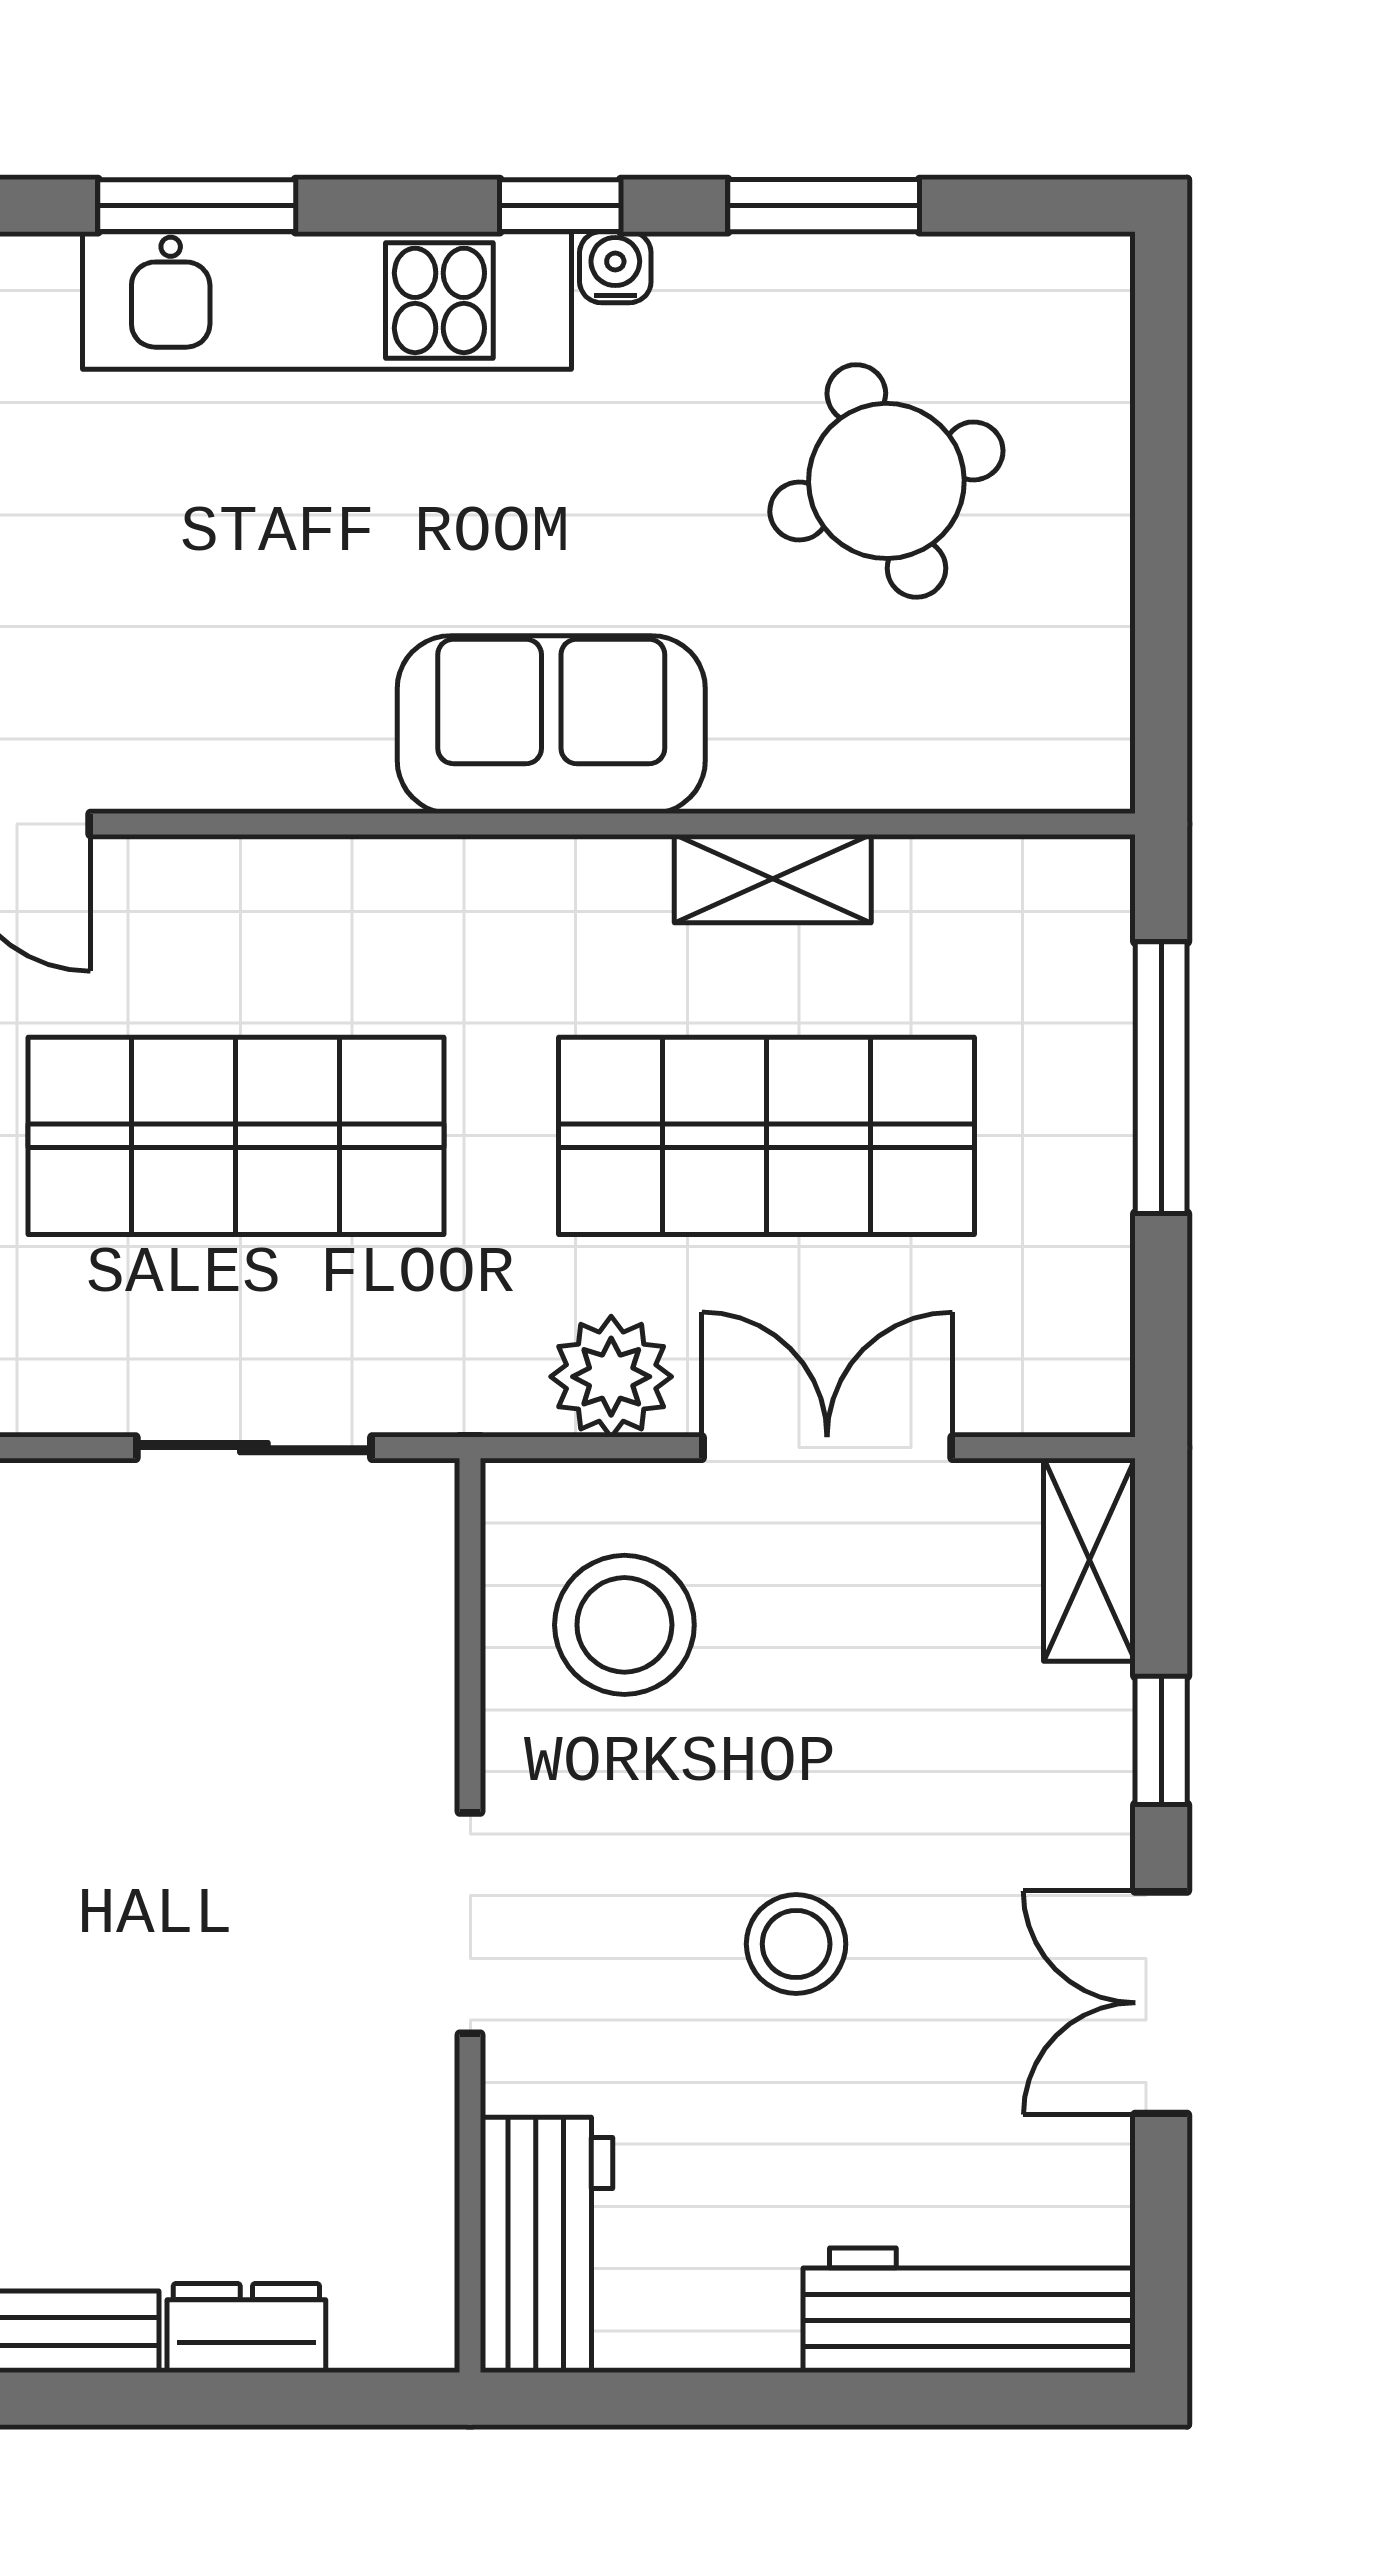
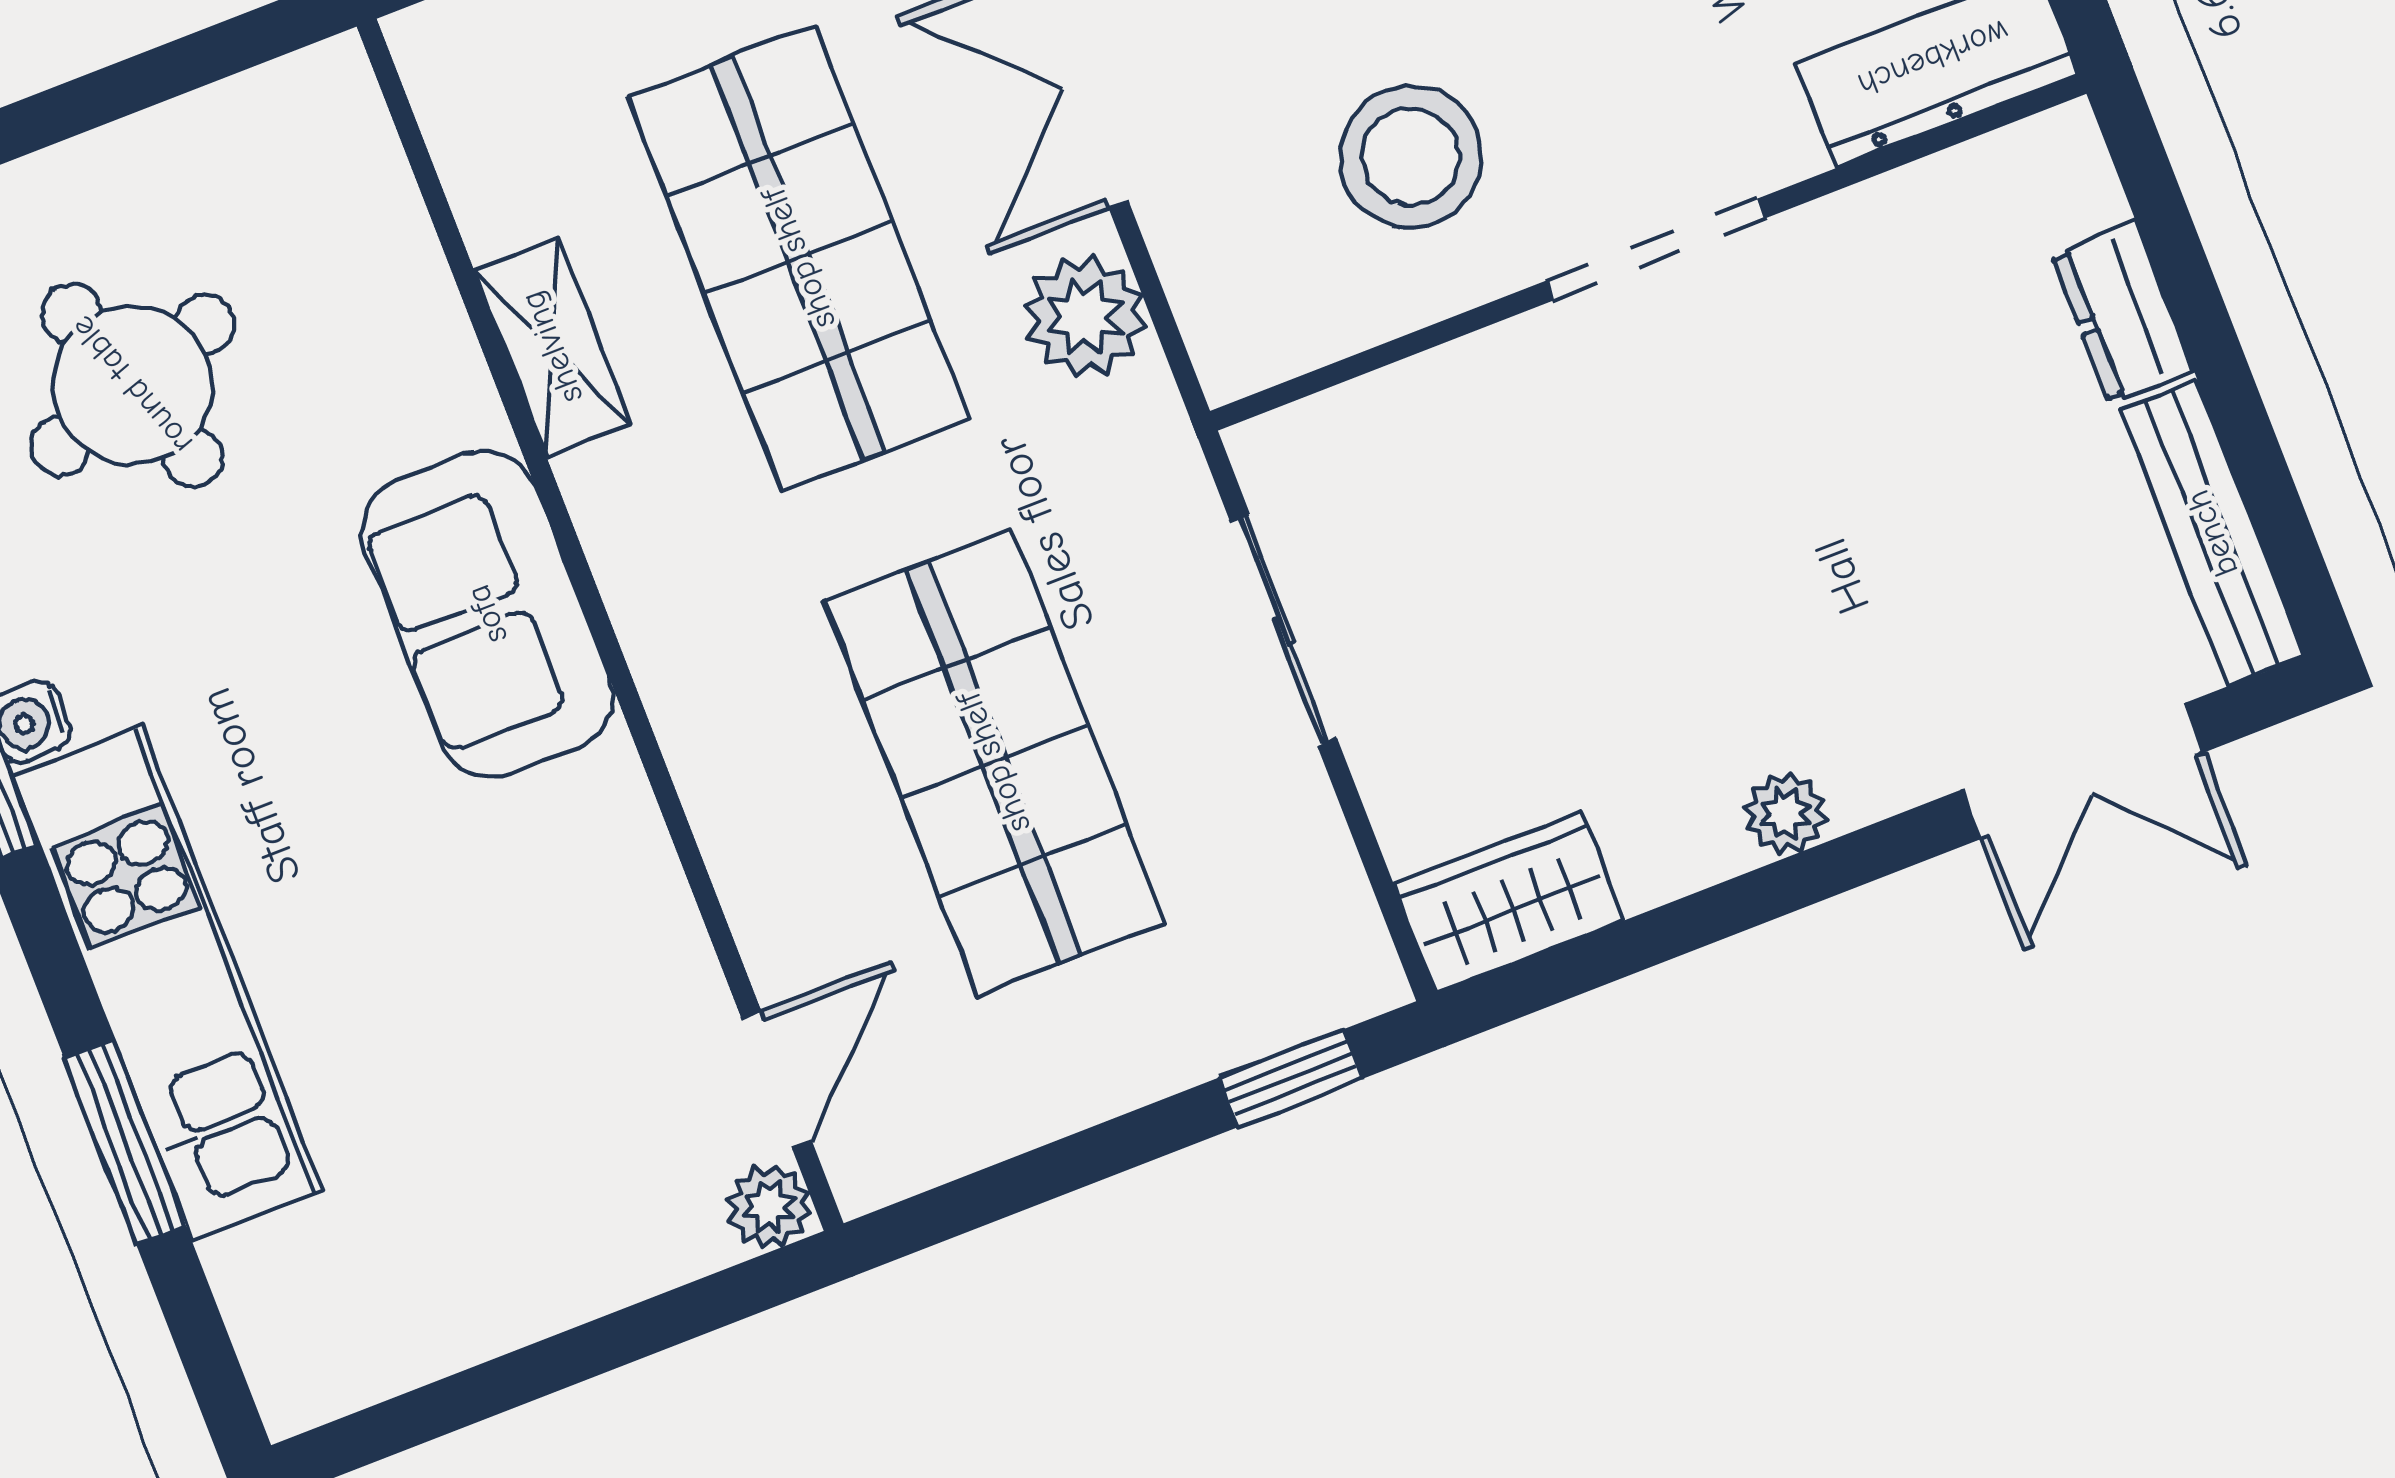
stool: (624, 1625) -> (1411, 157), moved

